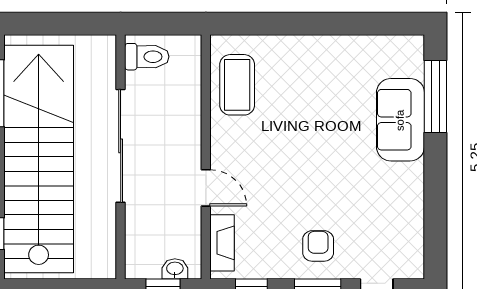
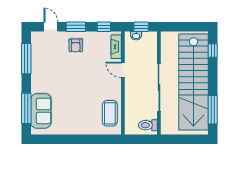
sofa: (400, 120) -> (41, 111), moved
window: (435, 214) -> (26, 59), added

